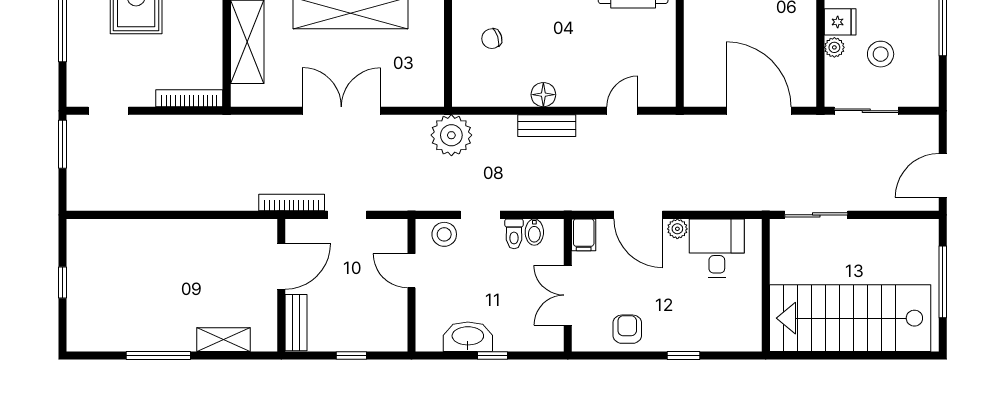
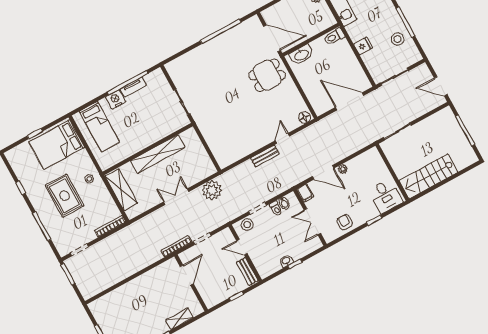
chair: (492, 39) -> (222, 132), removed
plant: (834, 47) -> (366, 58), removed
stool: (881, 54) -> (397, 39), moved
floor lamp: (543, 95) -> (305, 117), moved
double door: (341, 111) -> (176, 197), width x0.73
door: (622, 111) -> (282, 138), moved
plant: (451, 135) -> (212, 190), moved
door: (943, 175) -> (441, 86), hinge flipped
desk: (717, 248) -> (386, 196), moved, turned 180
stairs: (850, 318) -> (428, 176), width x0.73, depth x0.66
bench: (296, 323) -> (247, 272), moved
washbasin: (468, 337) -> (286, 261), width x0.52, depth x0.69

